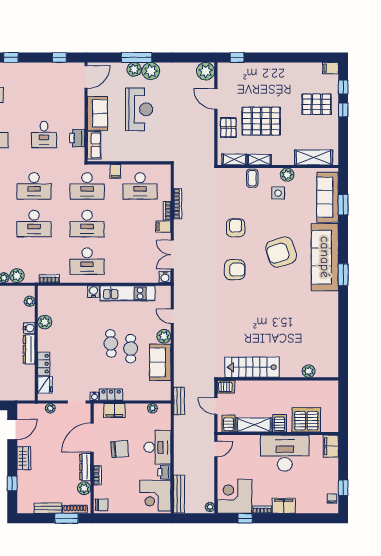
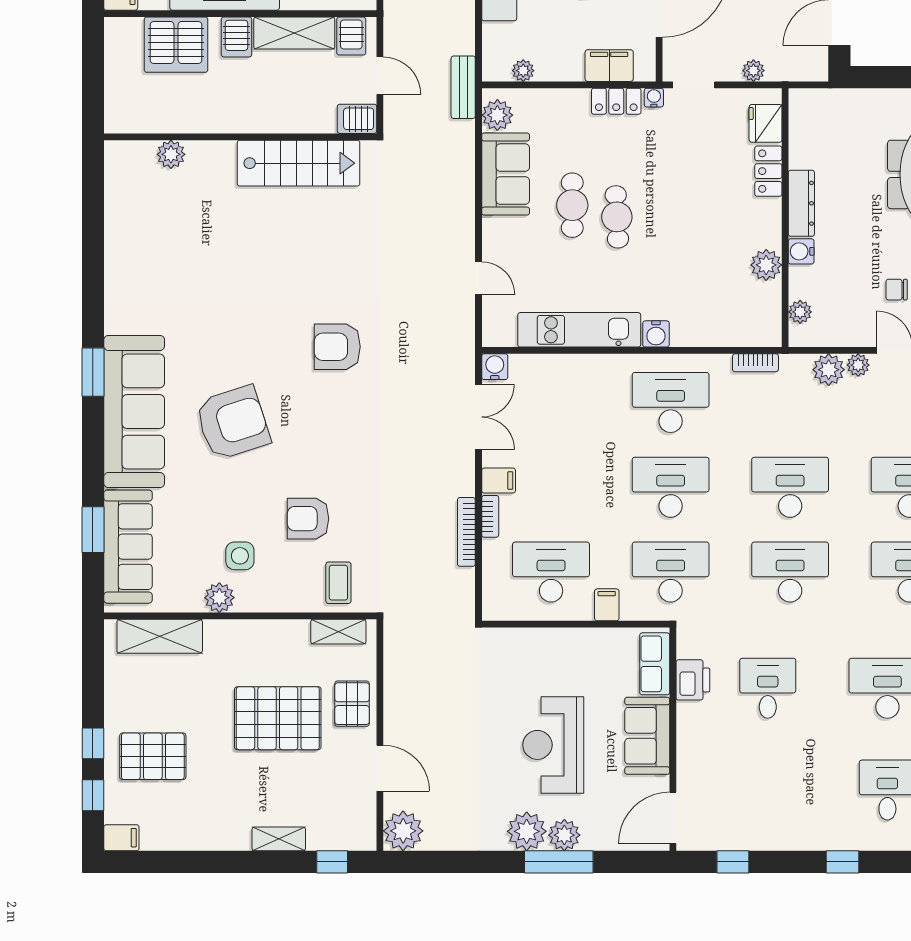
shelving: (259, 160) -> (279, 839), moved
coffee table: (252, 178) -> (338, 583), moved
armchair: (236, 228) -> (308, 519), moved, turned 90
armchair: (235, 270) -> (337, 347), moved
plant: (164, 336) -> (497, 115), moved

